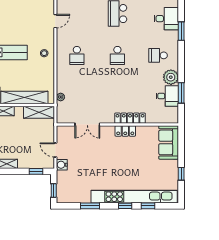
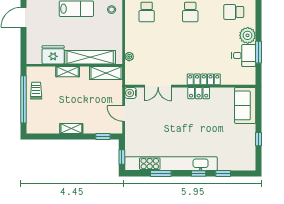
water cooler: (62, 165) -> (131, 93), moved
kitchen unit: (134, 197) -> (171, 164), moved

